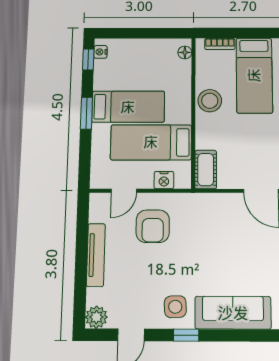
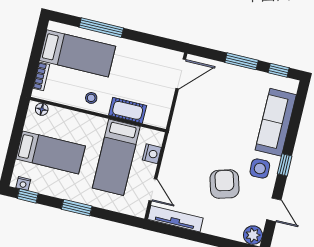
stool: (210, 101) -> (91, 98), width x0.53, depth x0.53
bed: (128, 107) -> (51, 152), moved, turned 90
cot: (206, 169) -> (128, 110), moved
armchair: (153, 226) -> (225, 184), moved, turned -106
tv unit: (96, 255) -> (175, 219), moved

